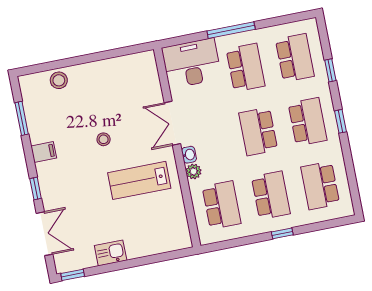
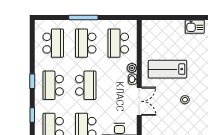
lab bench: (139, 180) -> (167, 69), turned 180
window: (282, 233) -> (83, 17), width x2.17

